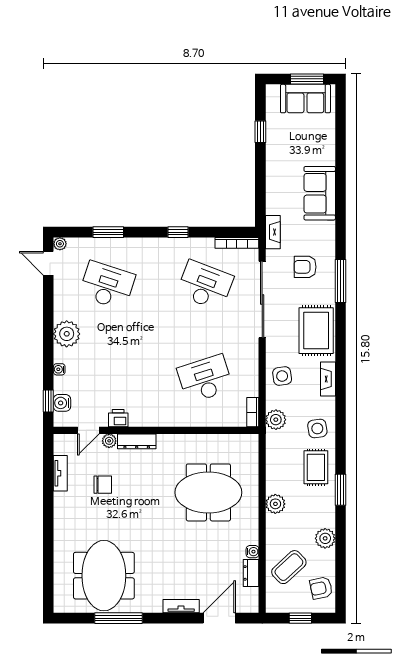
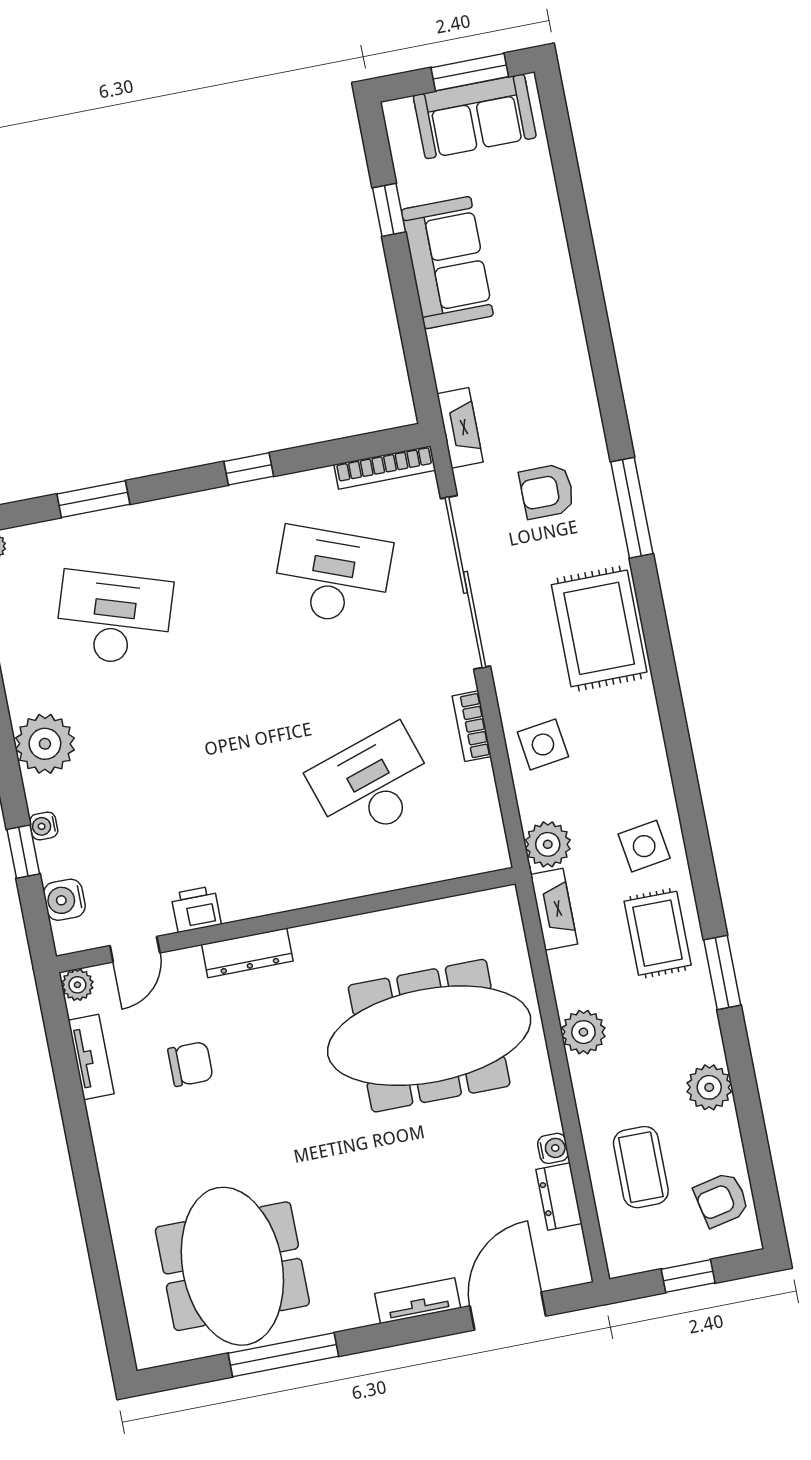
sofa: (320, 193) -> (447, 263), moved, turned 180
fireplace: (328, 379) -> (554, 909), moved, turned 180
window: (48, 401) -> (23, 852), moved
bookcase: (253, 412) -> (472, 726), moved
plant: (109, 441) -> (77, 985), moved
meeting table: (208, 492) -> (429, 1036), width x1.36
coffee table: (289, 567) -> (641, 1167), turned -47

